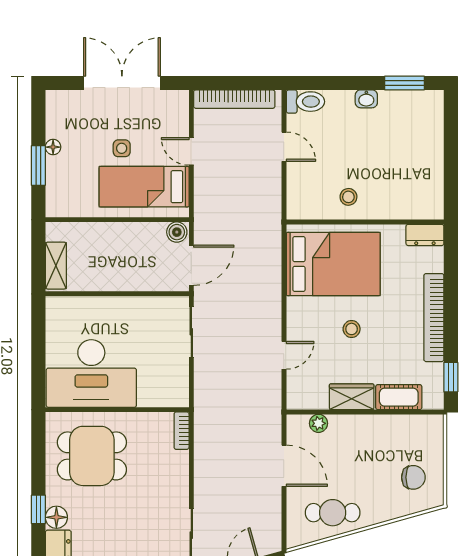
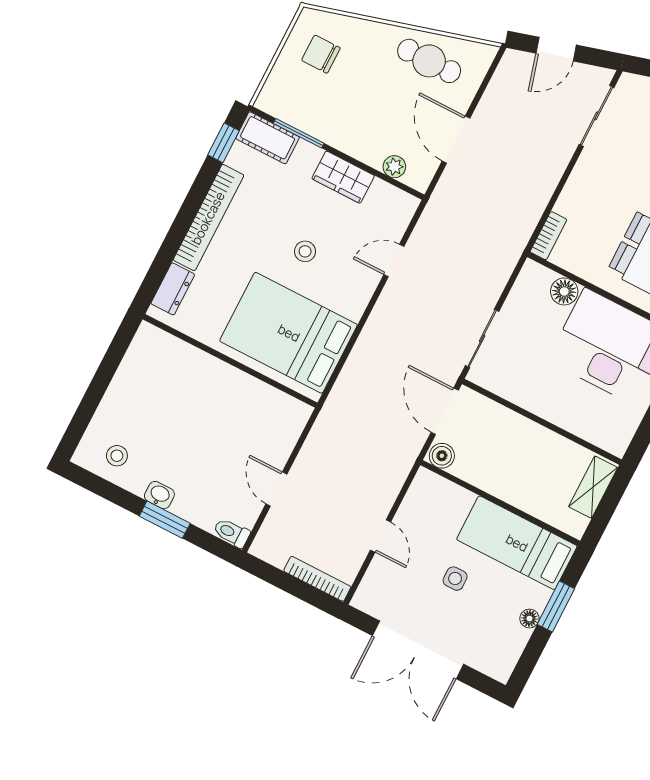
window: (405, 83) -> (165, 520), moved
bookcase: (234, 99) -> (317, 579), width x0.68, depth x0.76
toilet: (305, 102) -> (232, 533), width x0.73, depth x0.72
bed: (144, 187) -> (517, 543), moved, turned 180
stool: (348, 197) -> (117, 456), moved
dresser: (425, 235) -> (173, 289), moved, turned 90
door: (191, 265) -> (445, 411), hinge flipped
floor lamp: (149, 396) -> (564, 291), added
cot: (399, 397) -> (268, 138), moved
window: (400, 412) -> (299, 133), added

